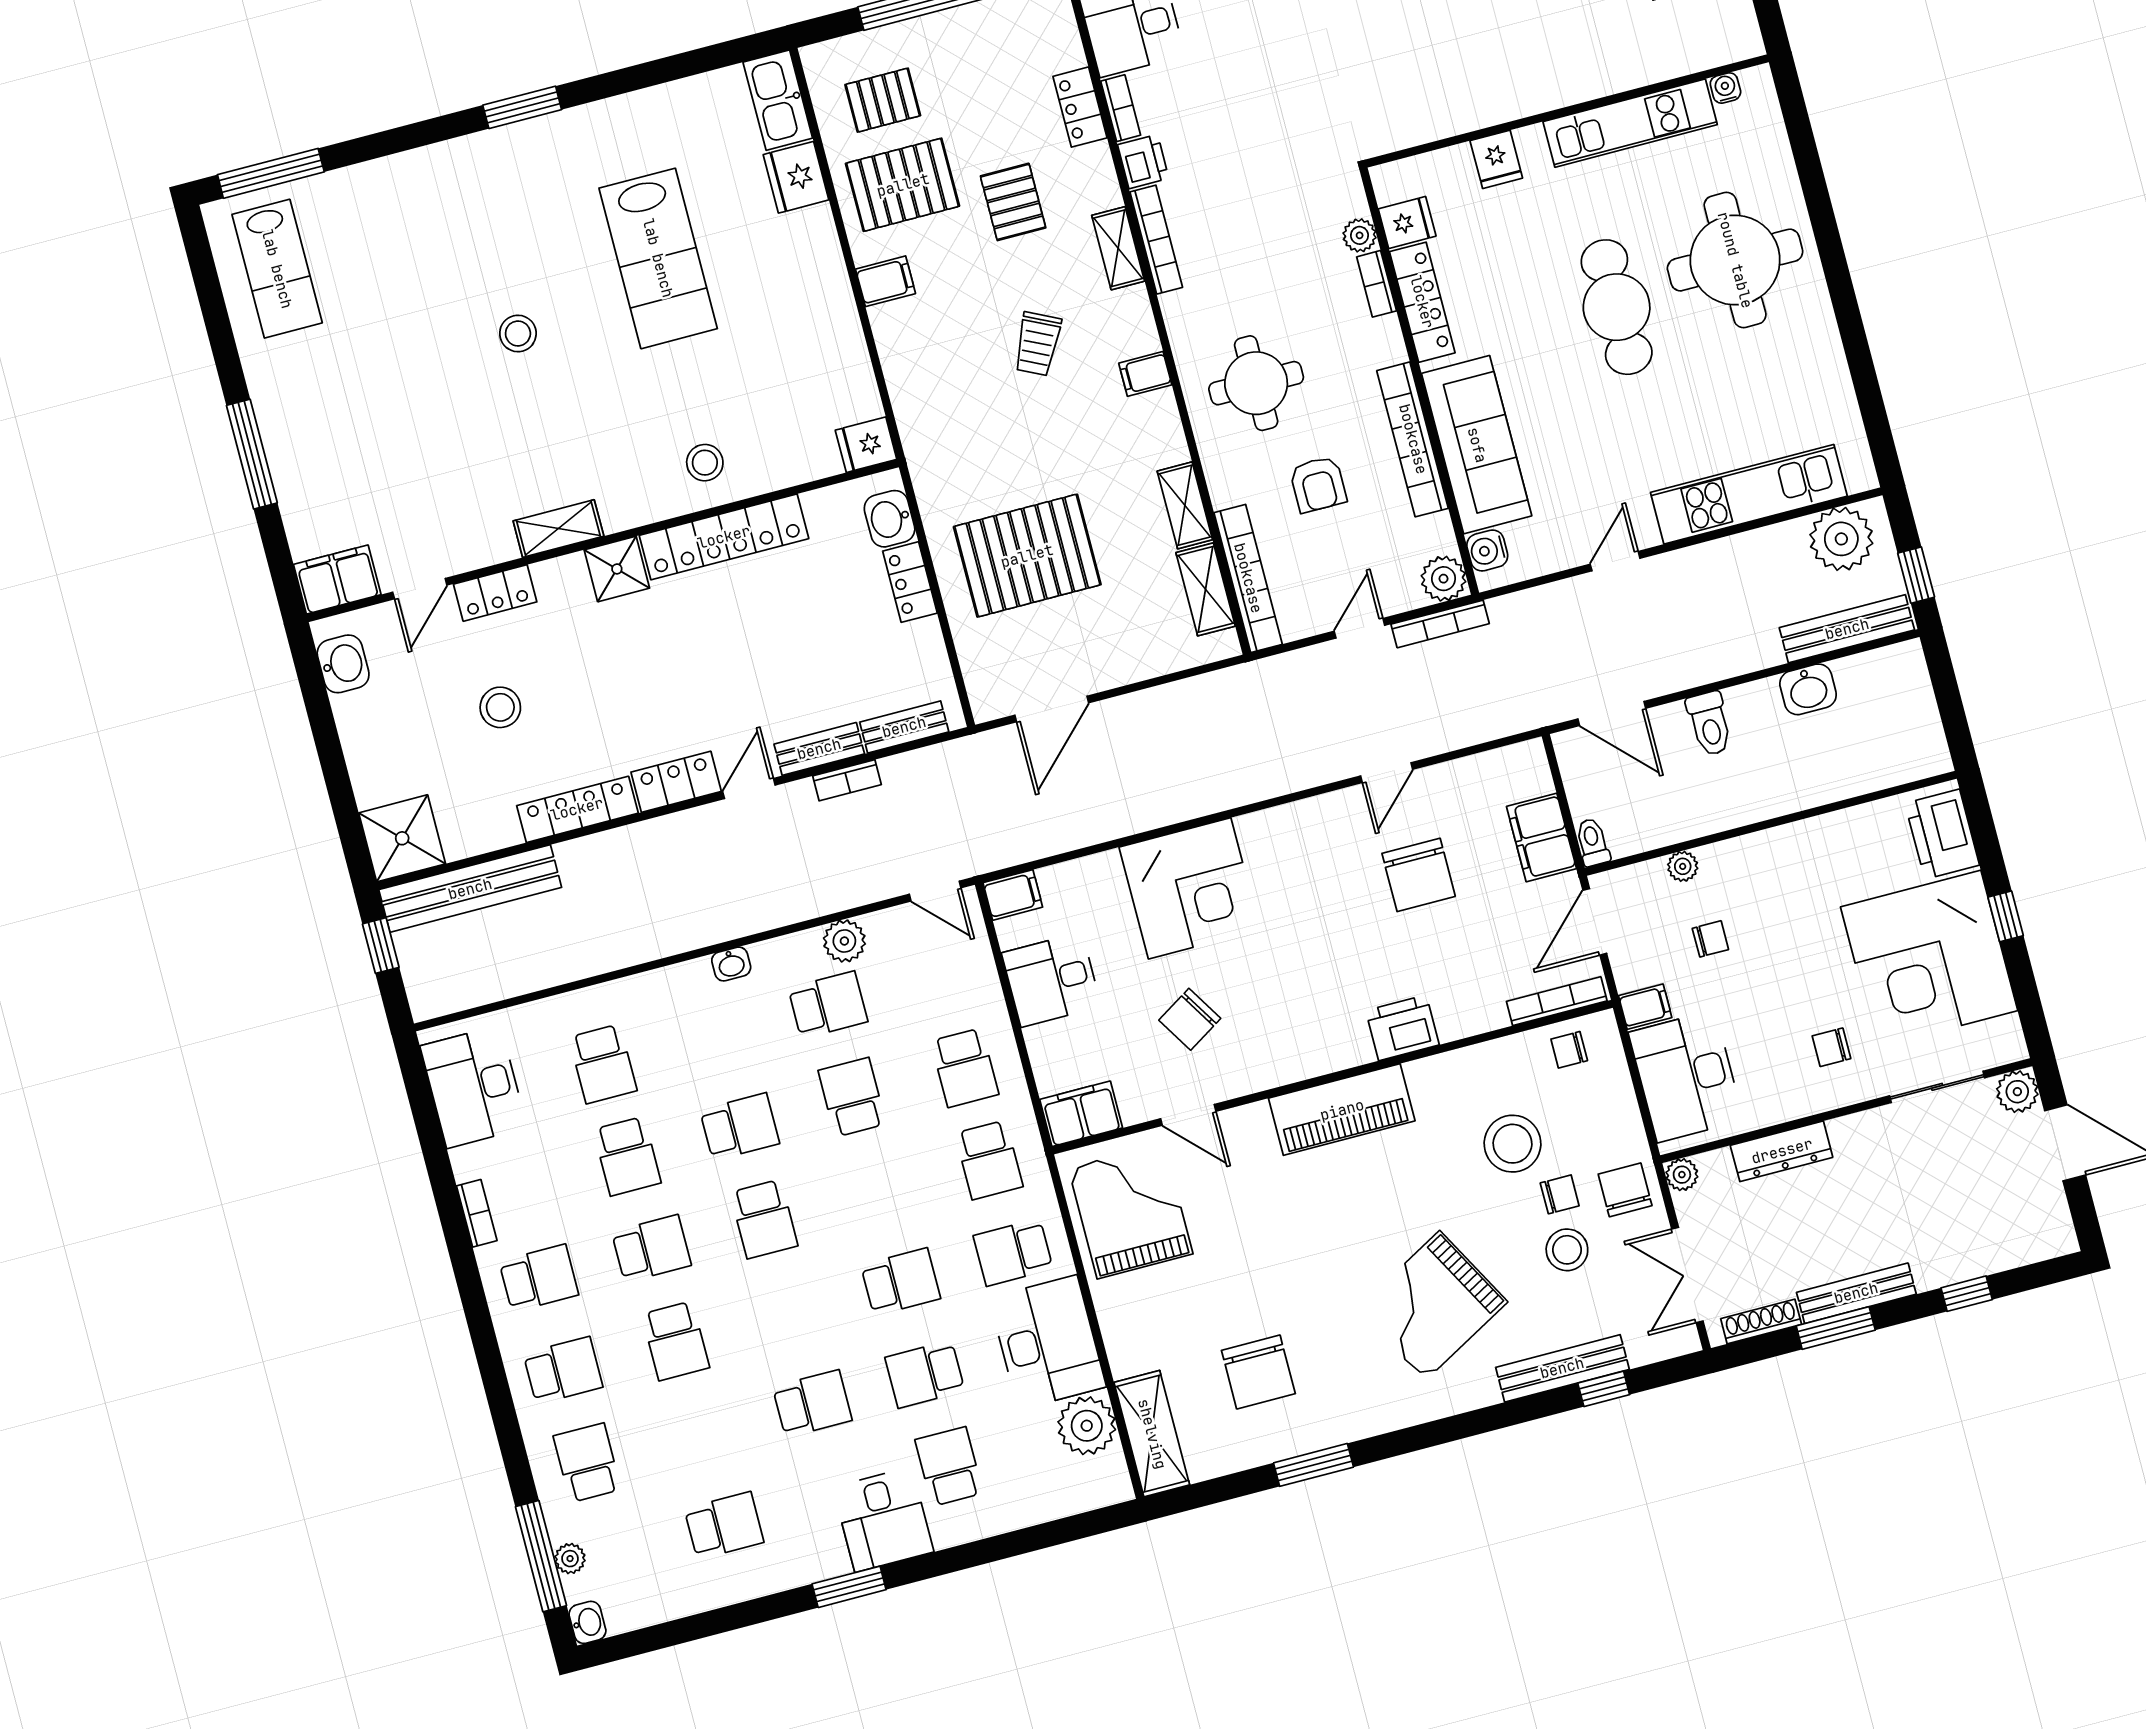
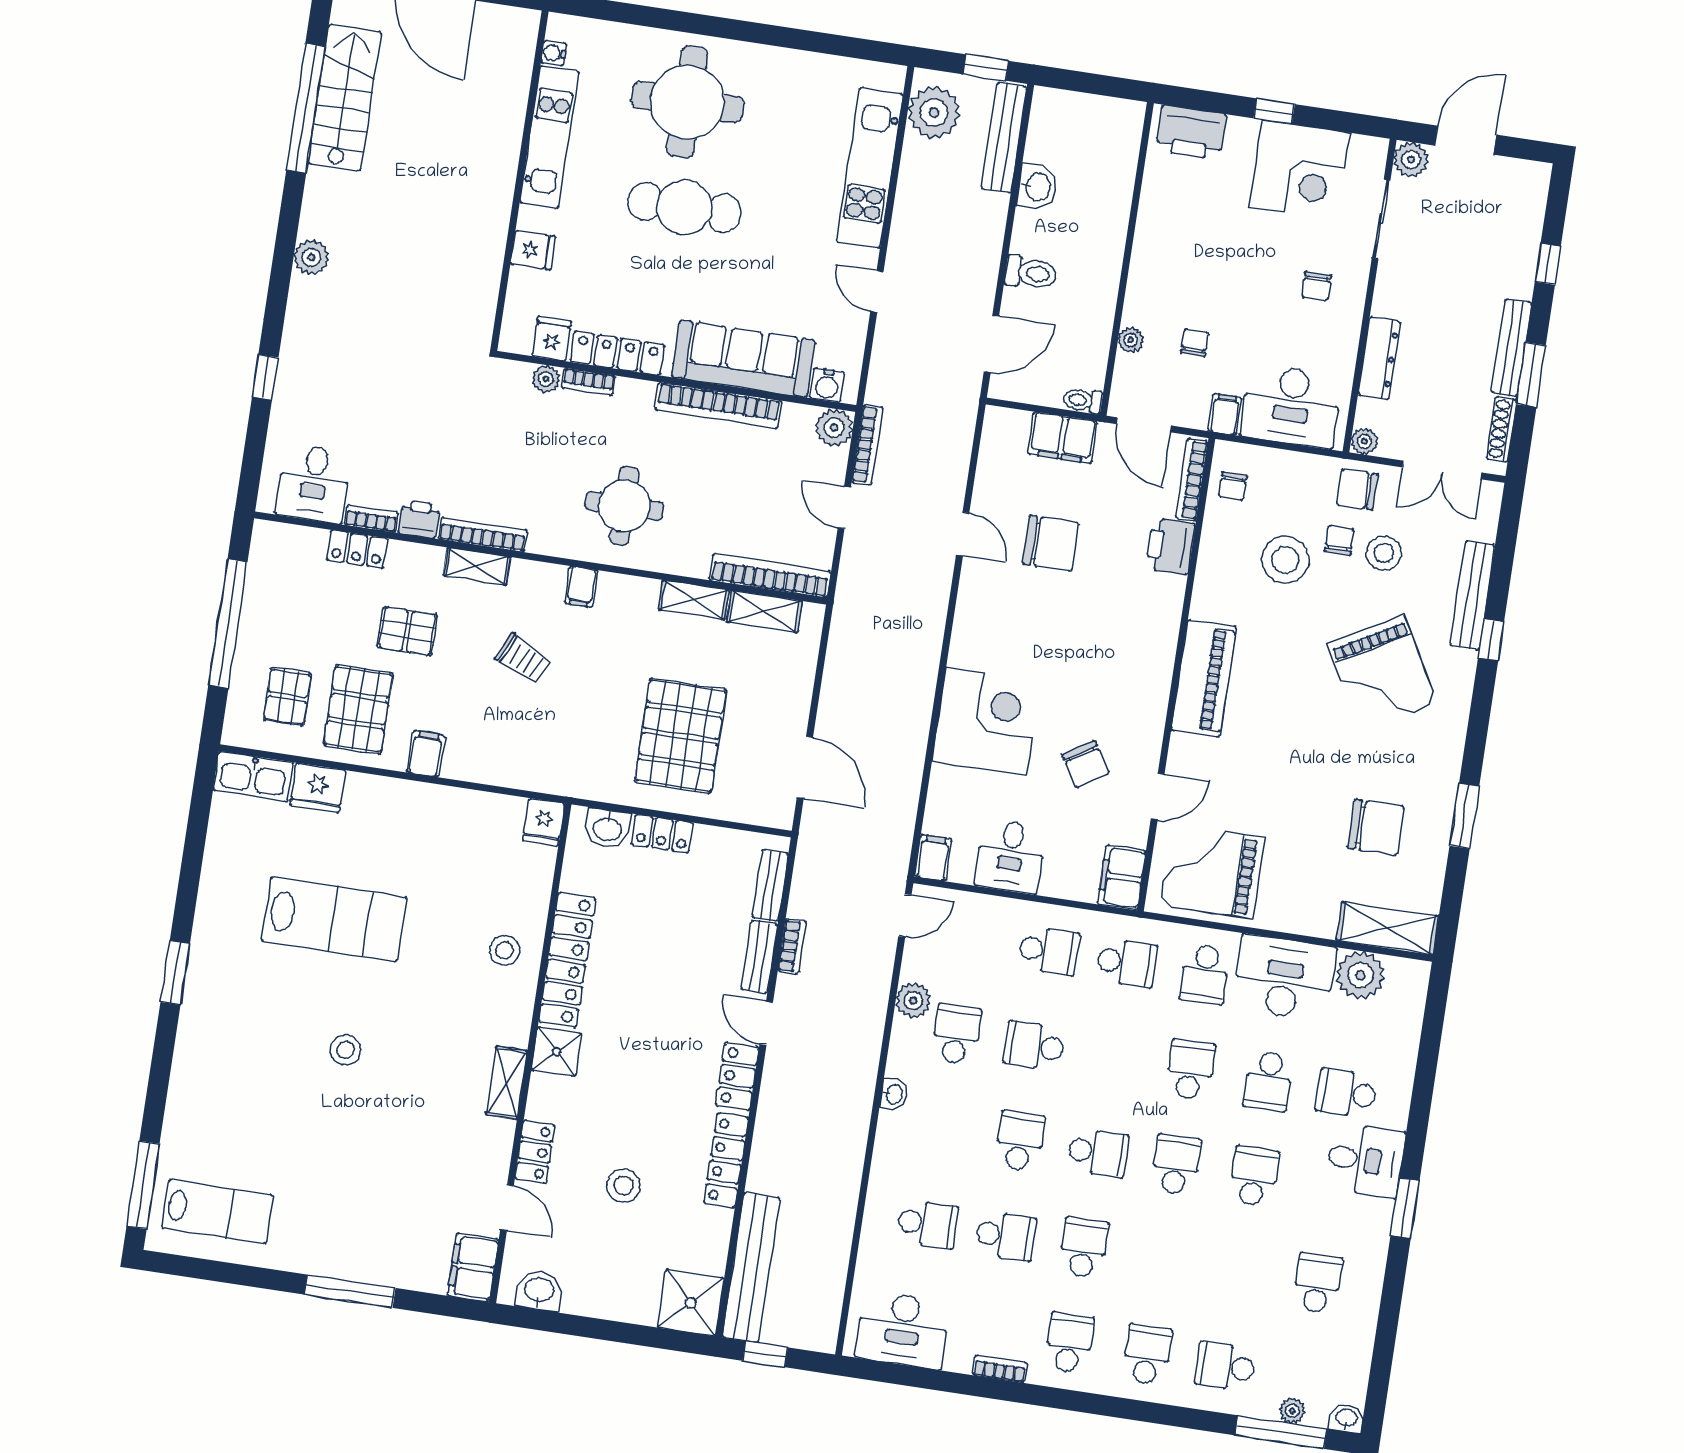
armchair: (1318, 484) -> (721, 492), removed
corner desk: (1929, 959) -> (1299, 170), width x0.74, depth x0.74
printer: (1402, 1028) -> (1170, 546), moved
school desk: (676, 1341) -> (1176, 1164), moved, turned -90
window: (1604, 1389) -> (1491, 640), moved

